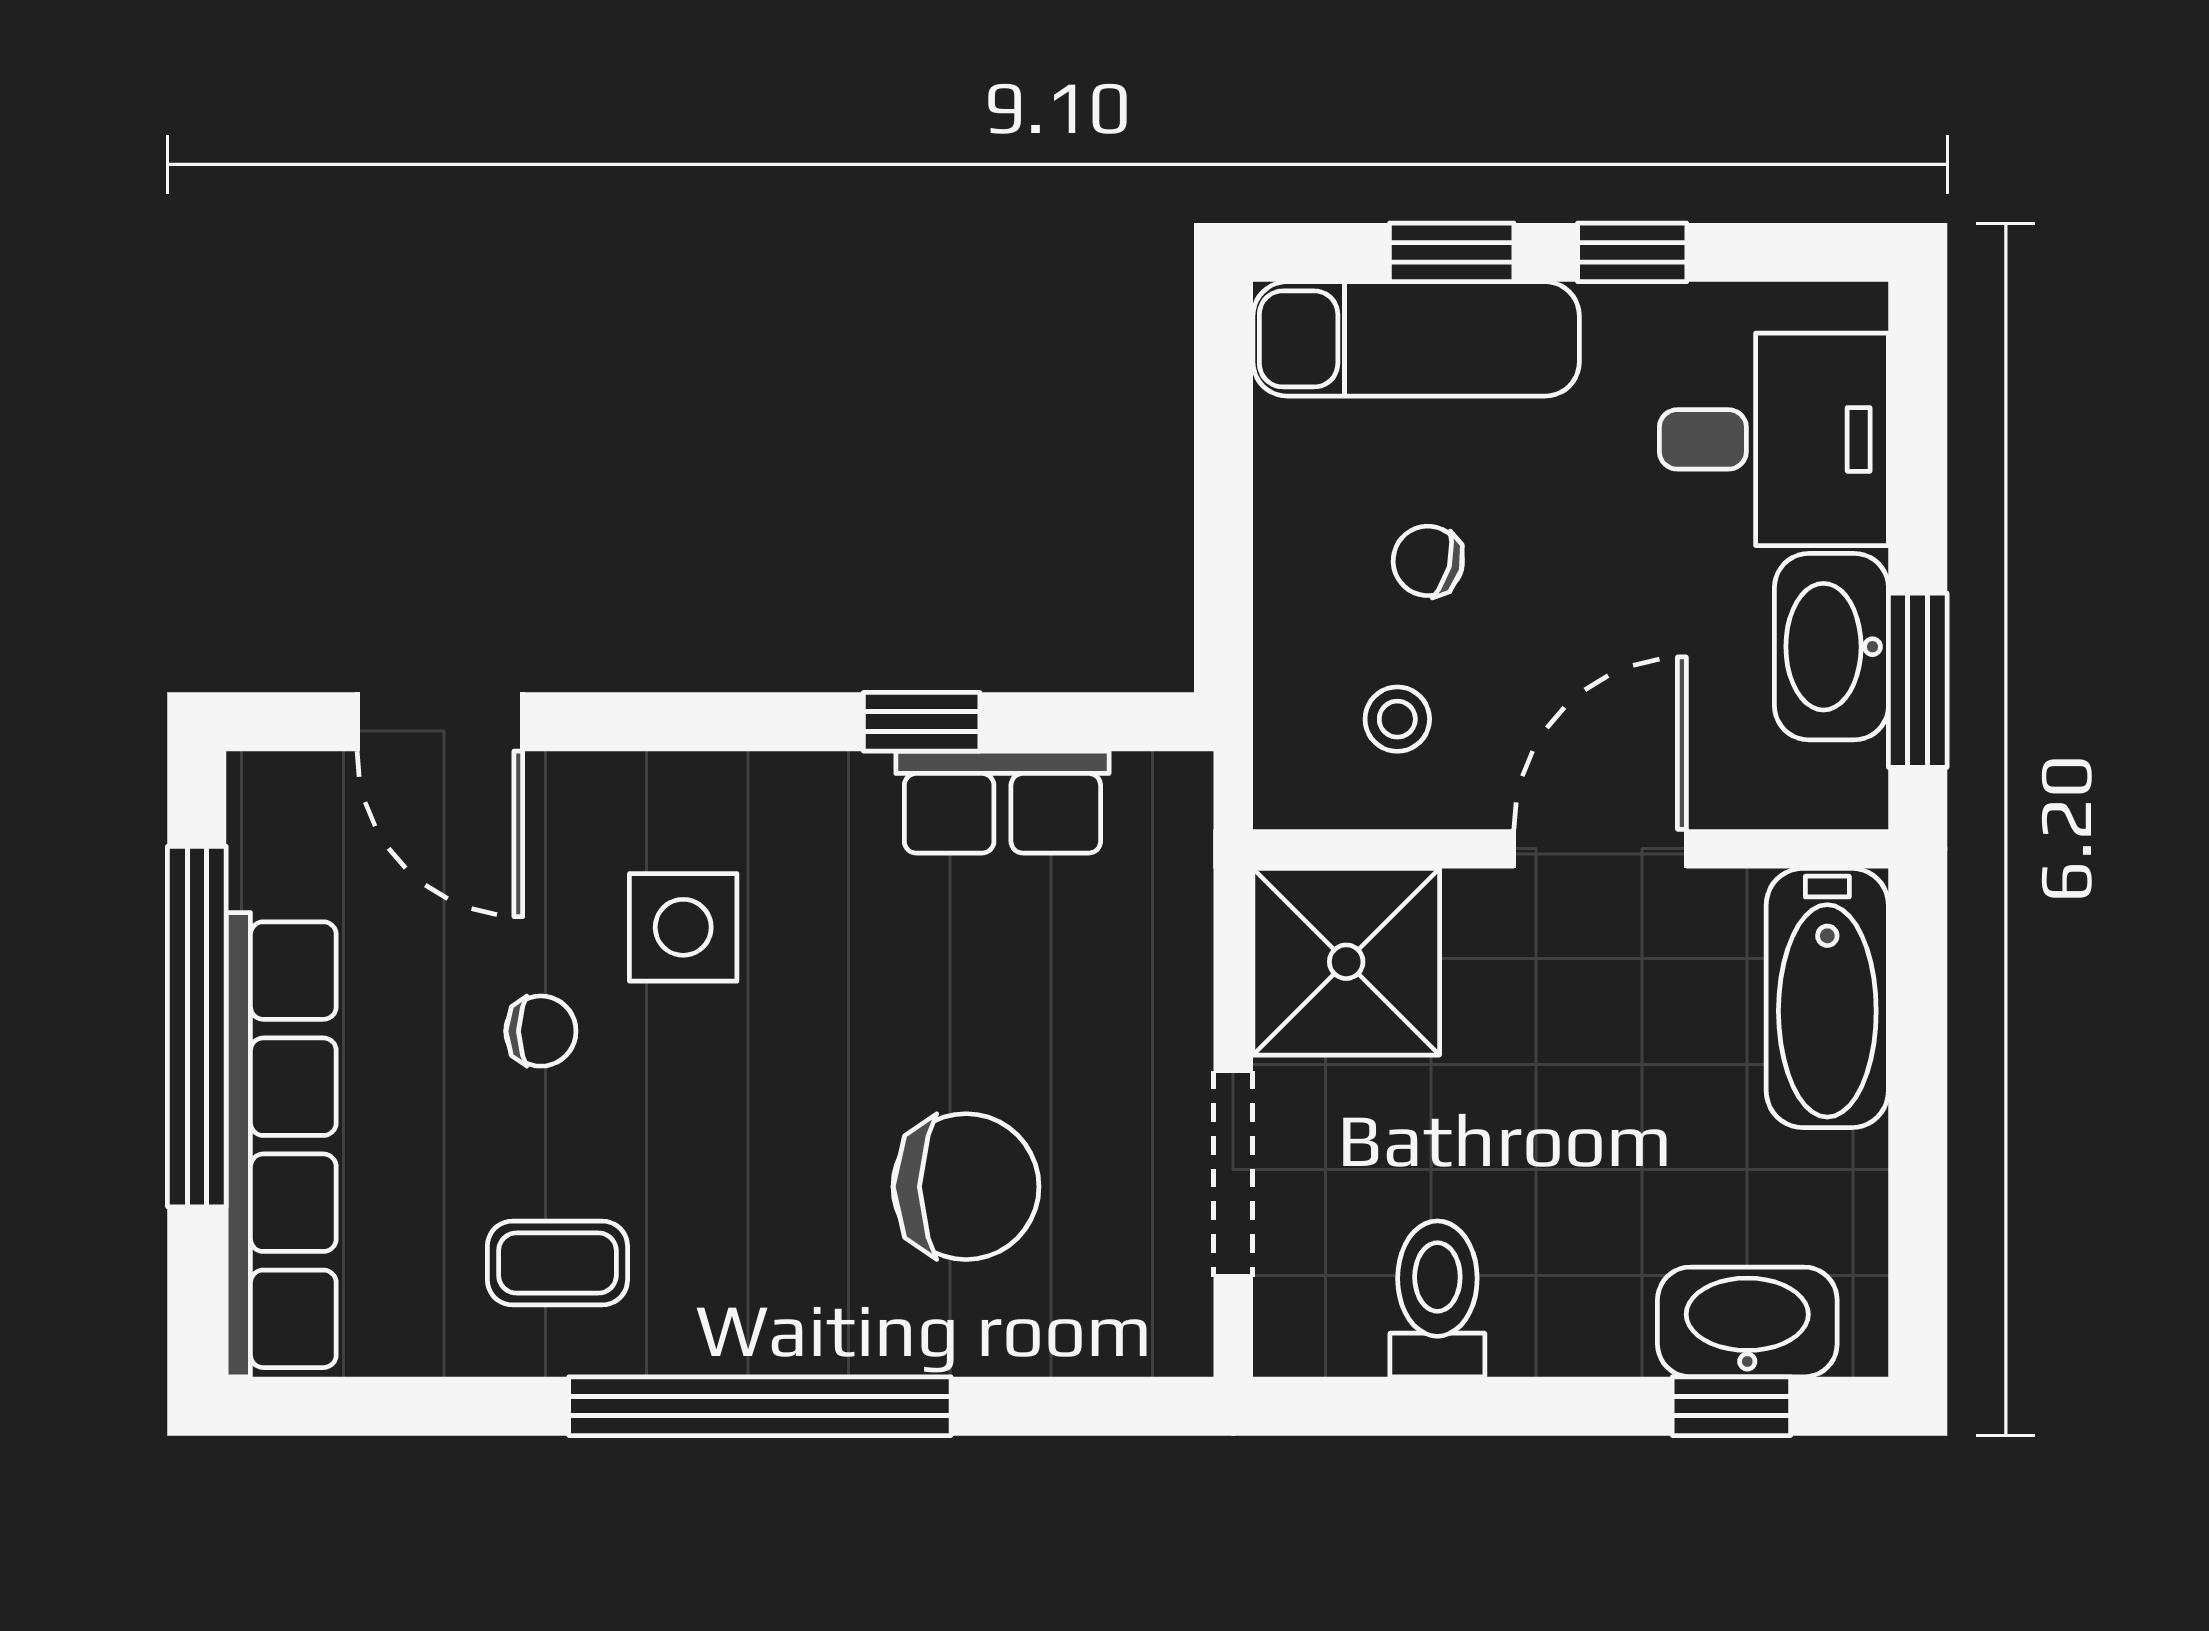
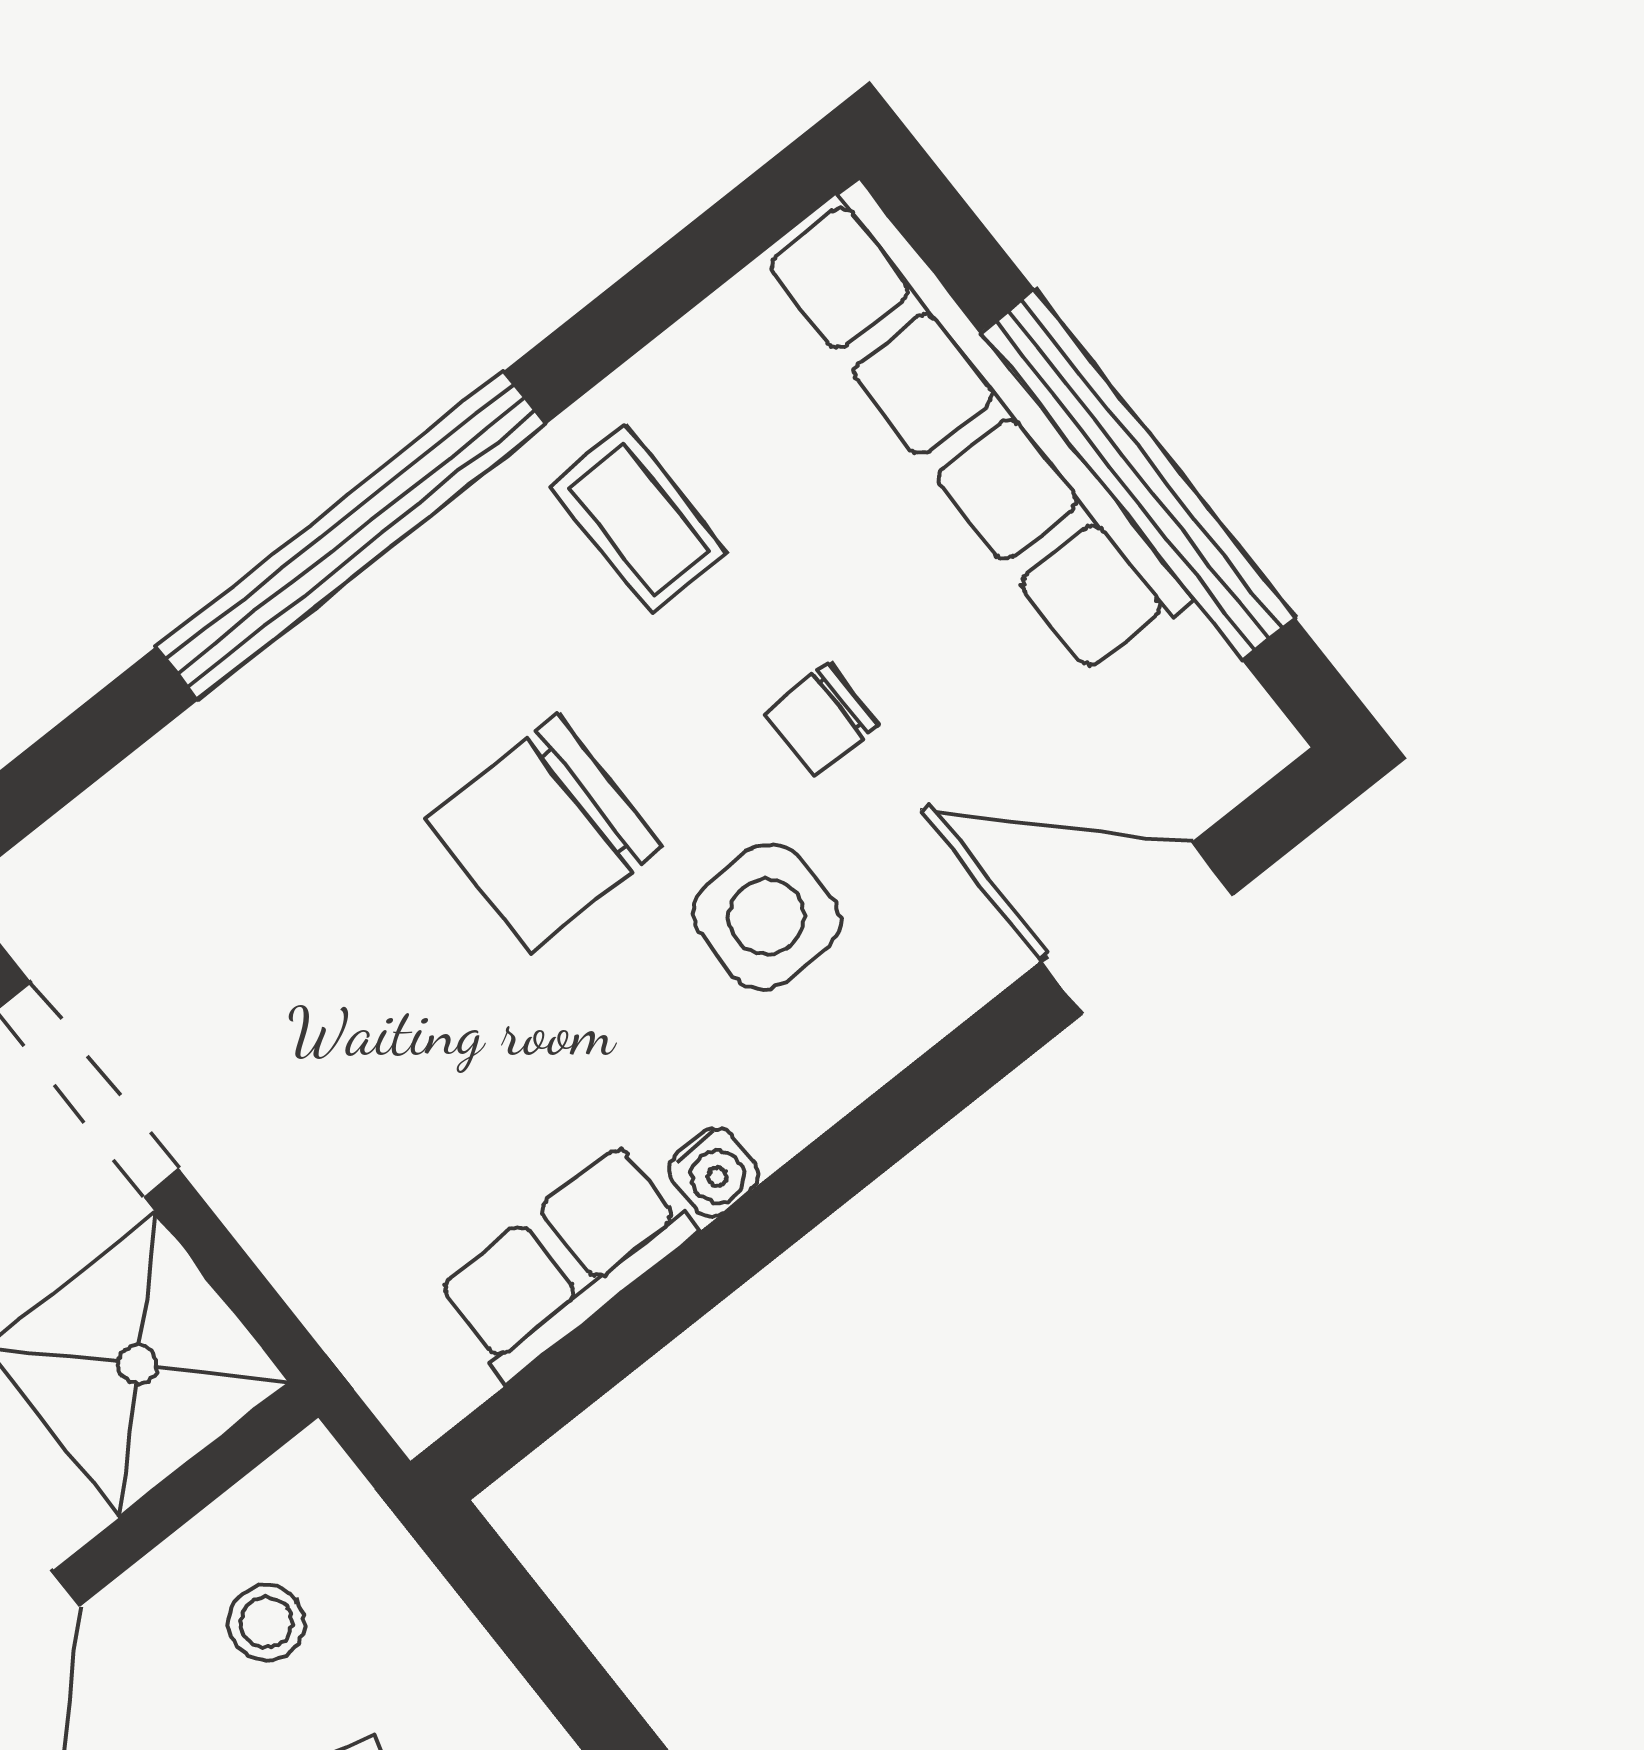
window: (922, 722) -> (698, 1276), removed
water cooler: (855, 784) -> (714, 1172), added
chair: (966, 1187) -> (544, 833), moved
coffee table: (557, 1263) -> (639, 520), turned 90

